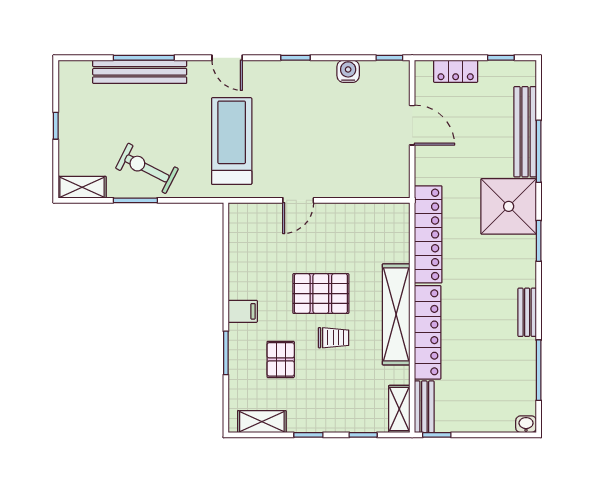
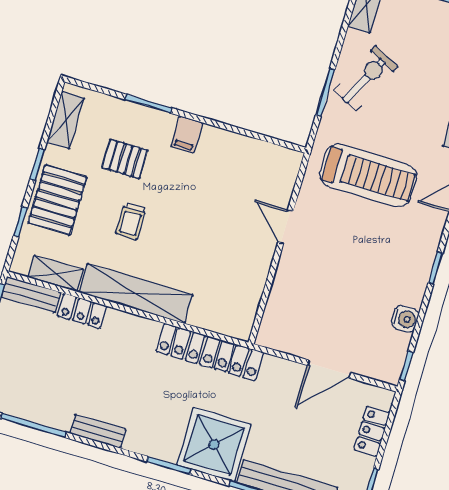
window: (135, 200) -> (325, 92), moved
pallet: (321, 294) -> (57, 200), moved
locker: (428, 332) -> (82, 311), width x0.46, depth x0.83
shelving: (399, 409) -> (56, 273), moved

